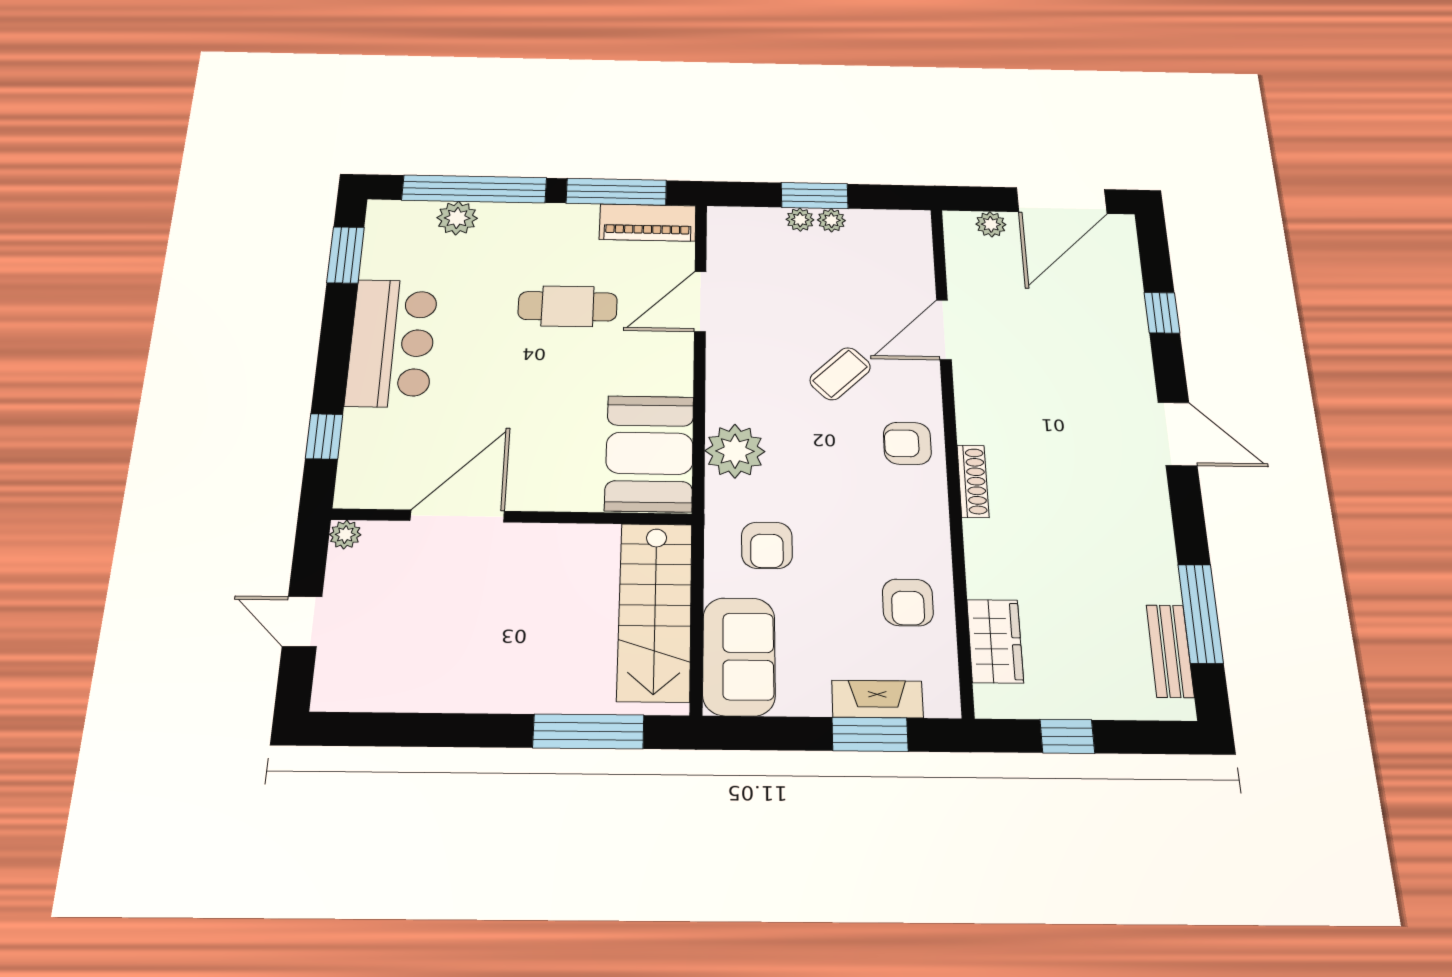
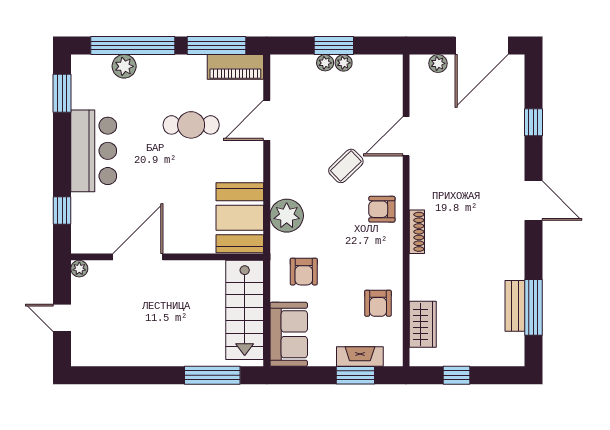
bench: (1170, 651) -> (515, 306), moved

